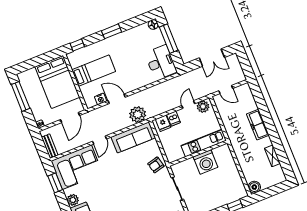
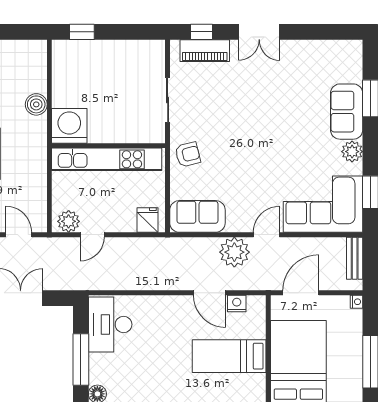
plant: (138, 114) -> (234, 252), moved
dishwasher: (174, 119) -> (127, 221), removed
sofa: (133, 137) -> (197, 216), width x0.73
kitchen unit: (204, 143) -> (107, 159), width x1.36
washing machine: (206, 162) -> (69, 126), moved
boiler: (254, 187) -> (36, 104), moved

